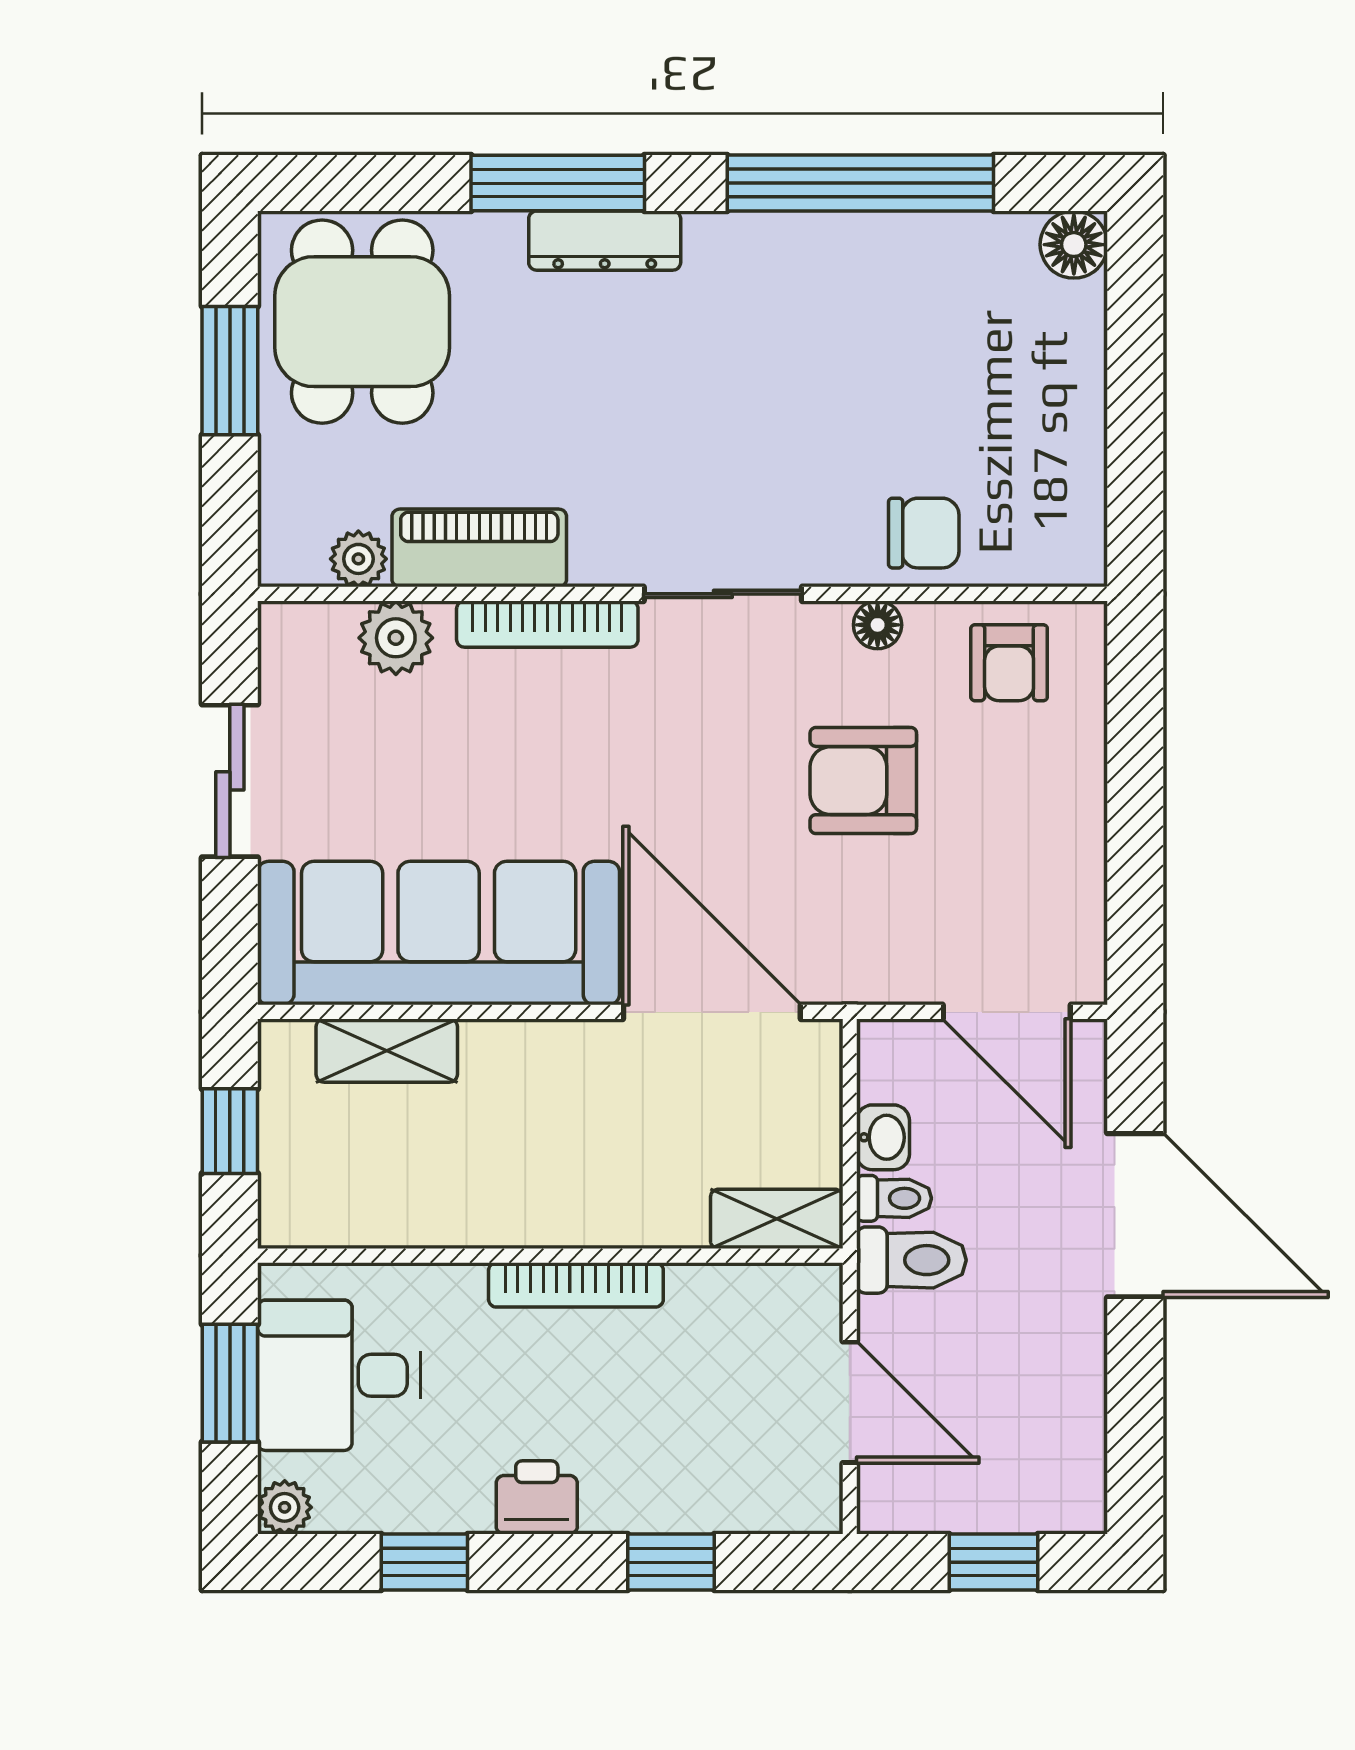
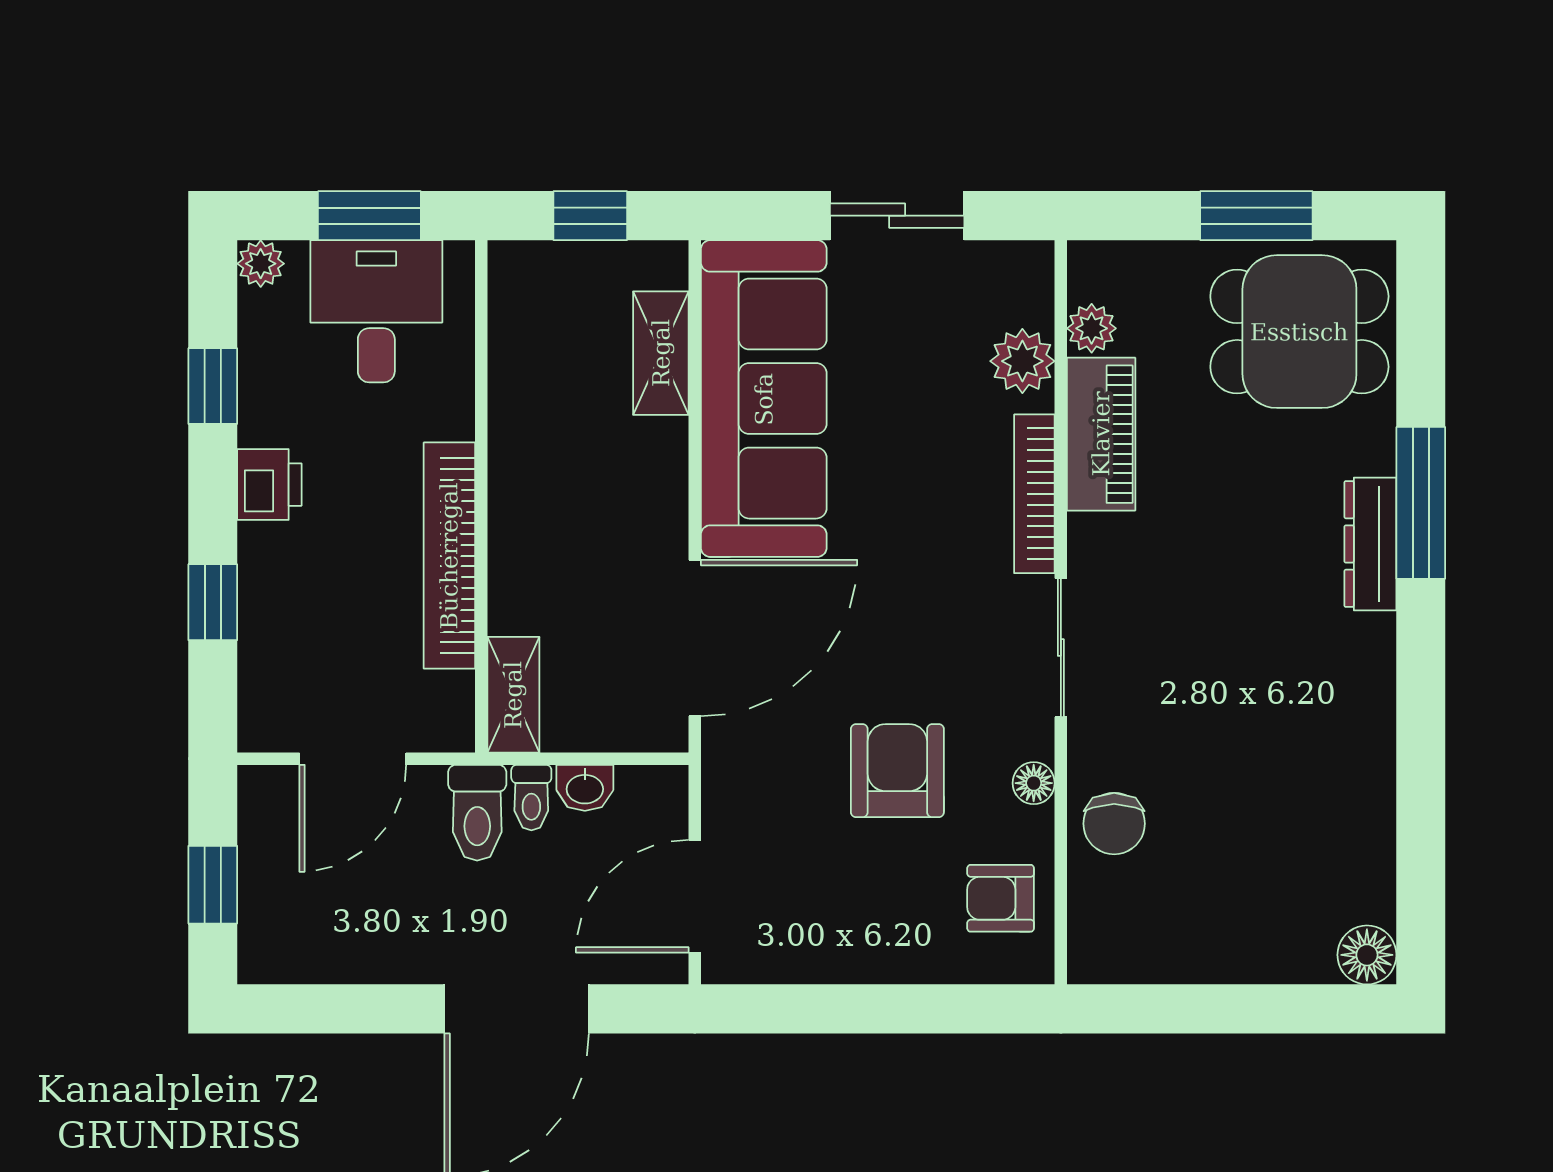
window: (860, 183) -> (1421, 768), removed
bookcase: (576, 1285) -> (449, 556), width x1.48, depth x1.31

